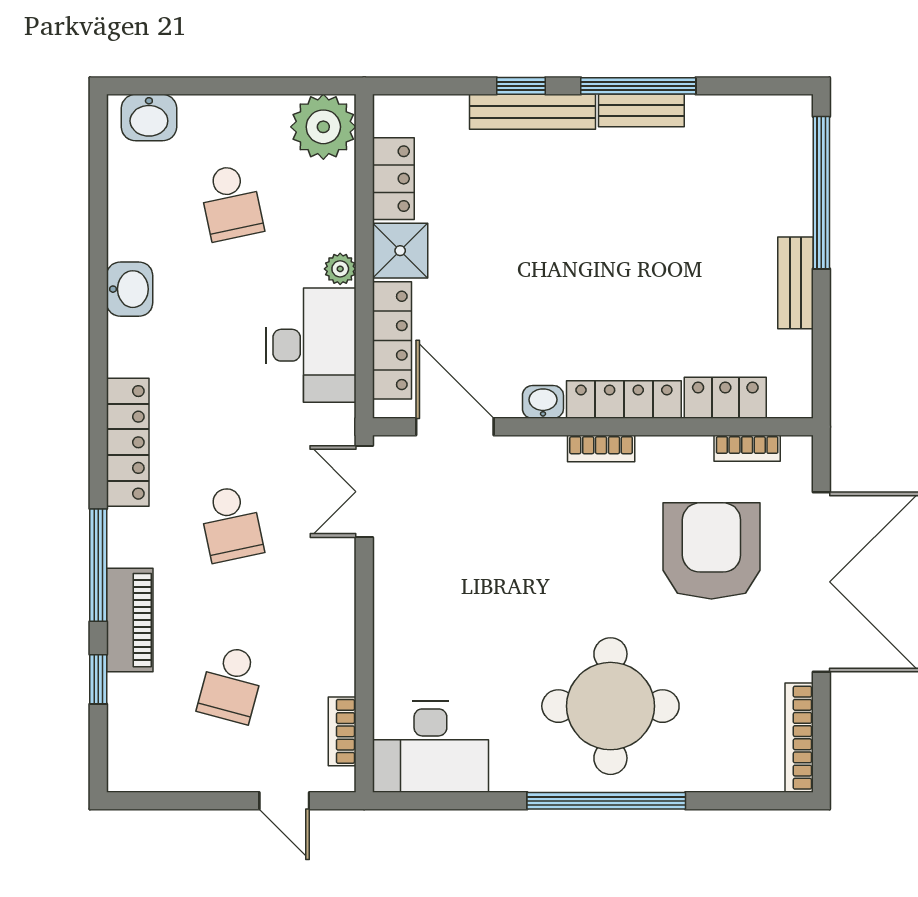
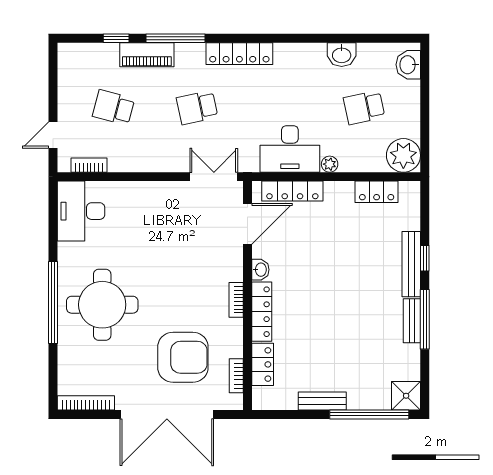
shower: (400, 251) -> (406, 396), moved
washbasin: (130, 289) -> (342, 55), moved

